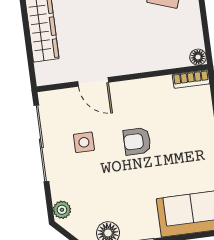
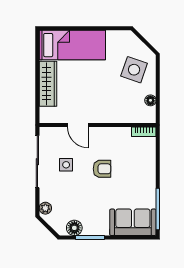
floor lamp: (198, 57) -> (150, 100), moved
armchair: (137, 141) -> (102, 169), turned 180

